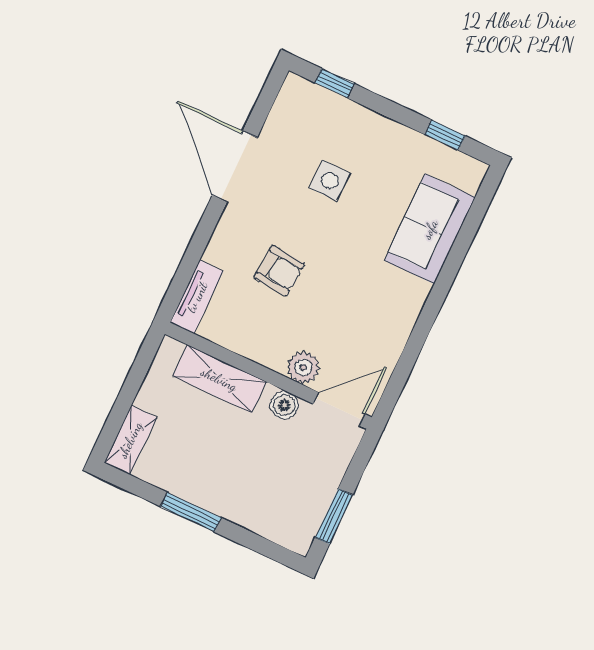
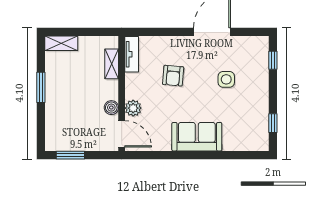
sofa: (430, 229) -> (197, 137), moved
tv unit: (197, 297) -> (132, 54), moved, turned -90
shelving: (219, 379) -> (112, 64), width x0.67, depth x0.75

